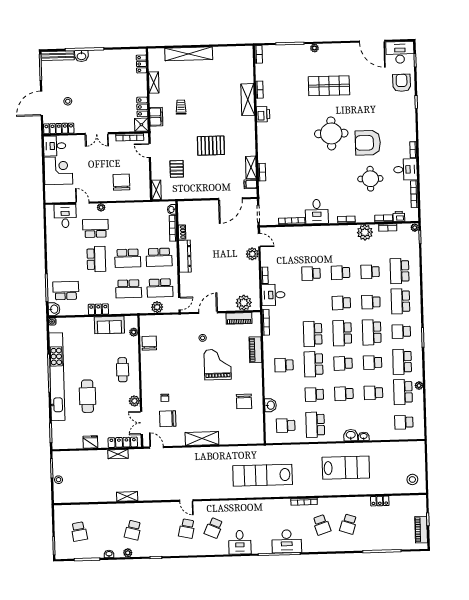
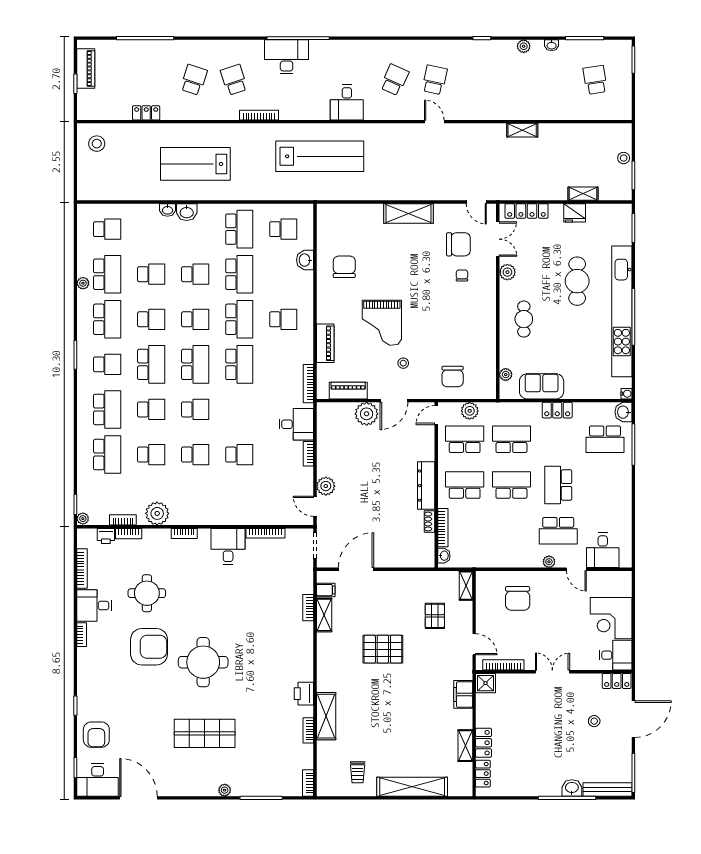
locker: (142, 107) -> (484, 743), moved
trolley: (181, 107) -> (358, 772), moved
locker: (59, 128) -> (617, 681), width x0.66
plant: (244, 303) -> (367, 414), moved
chair: (149, 343) -> (453, 376), moved
school desk: (314, 394) -> (239, 274), width x1.85
shelving: (118, 454) -> (583, 194), moved
school desk: (133, 530) -> (515, 80), removed
desk: (240, 542) -> (347, 102), moved, turned 180

